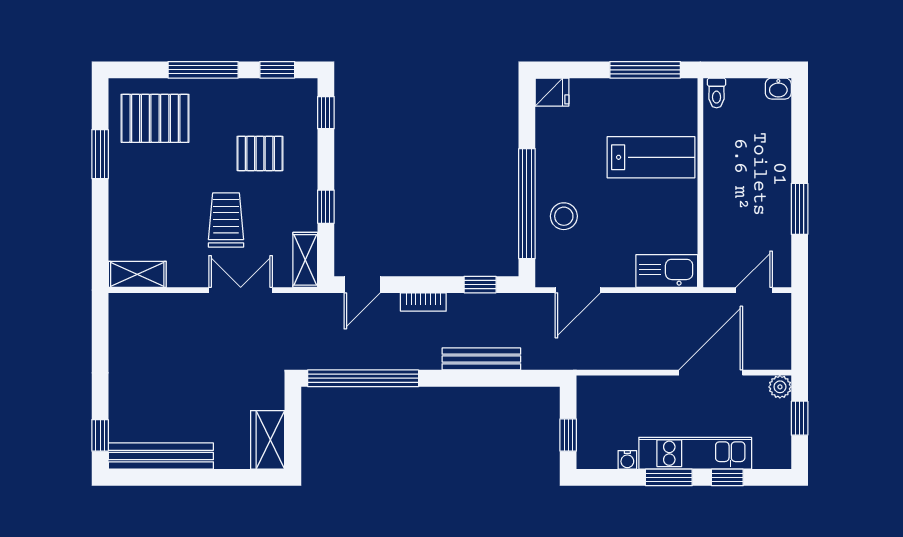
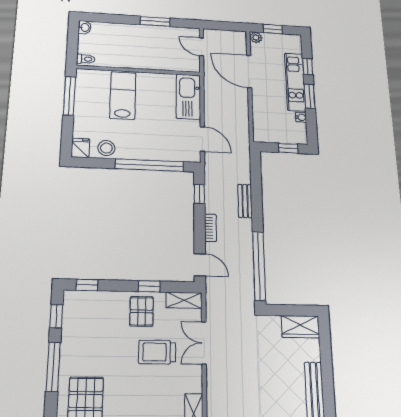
pallet: (260, 153) -> (142, 311), moved
stool: (564, 216) -> (106, 148), moved
kitchen sink: (667, 271) -> (188, 97), width x1.36, depth x1.24
bench: (481, 359) -> (245, 201), width x0.73

